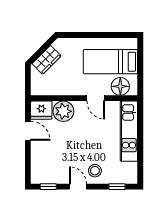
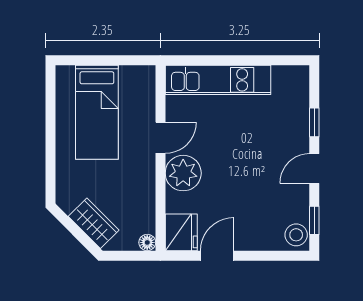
floor lamp: (120, 86) -> (147, 242), moved, width x0.53, depth x0.53
plant: (63, 111) -> (183, 173), moved
stool: (95, 171) -> (296, 235), moved
window: (117, 187) -> (314, 122), moved

